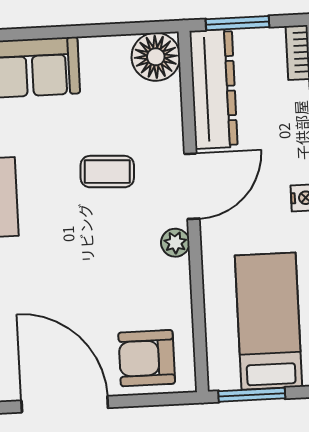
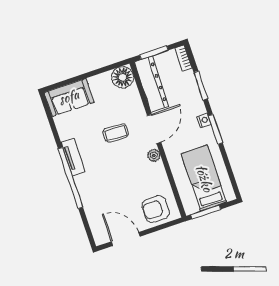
door: (65, 404) -> (126, 239), width x0.73

